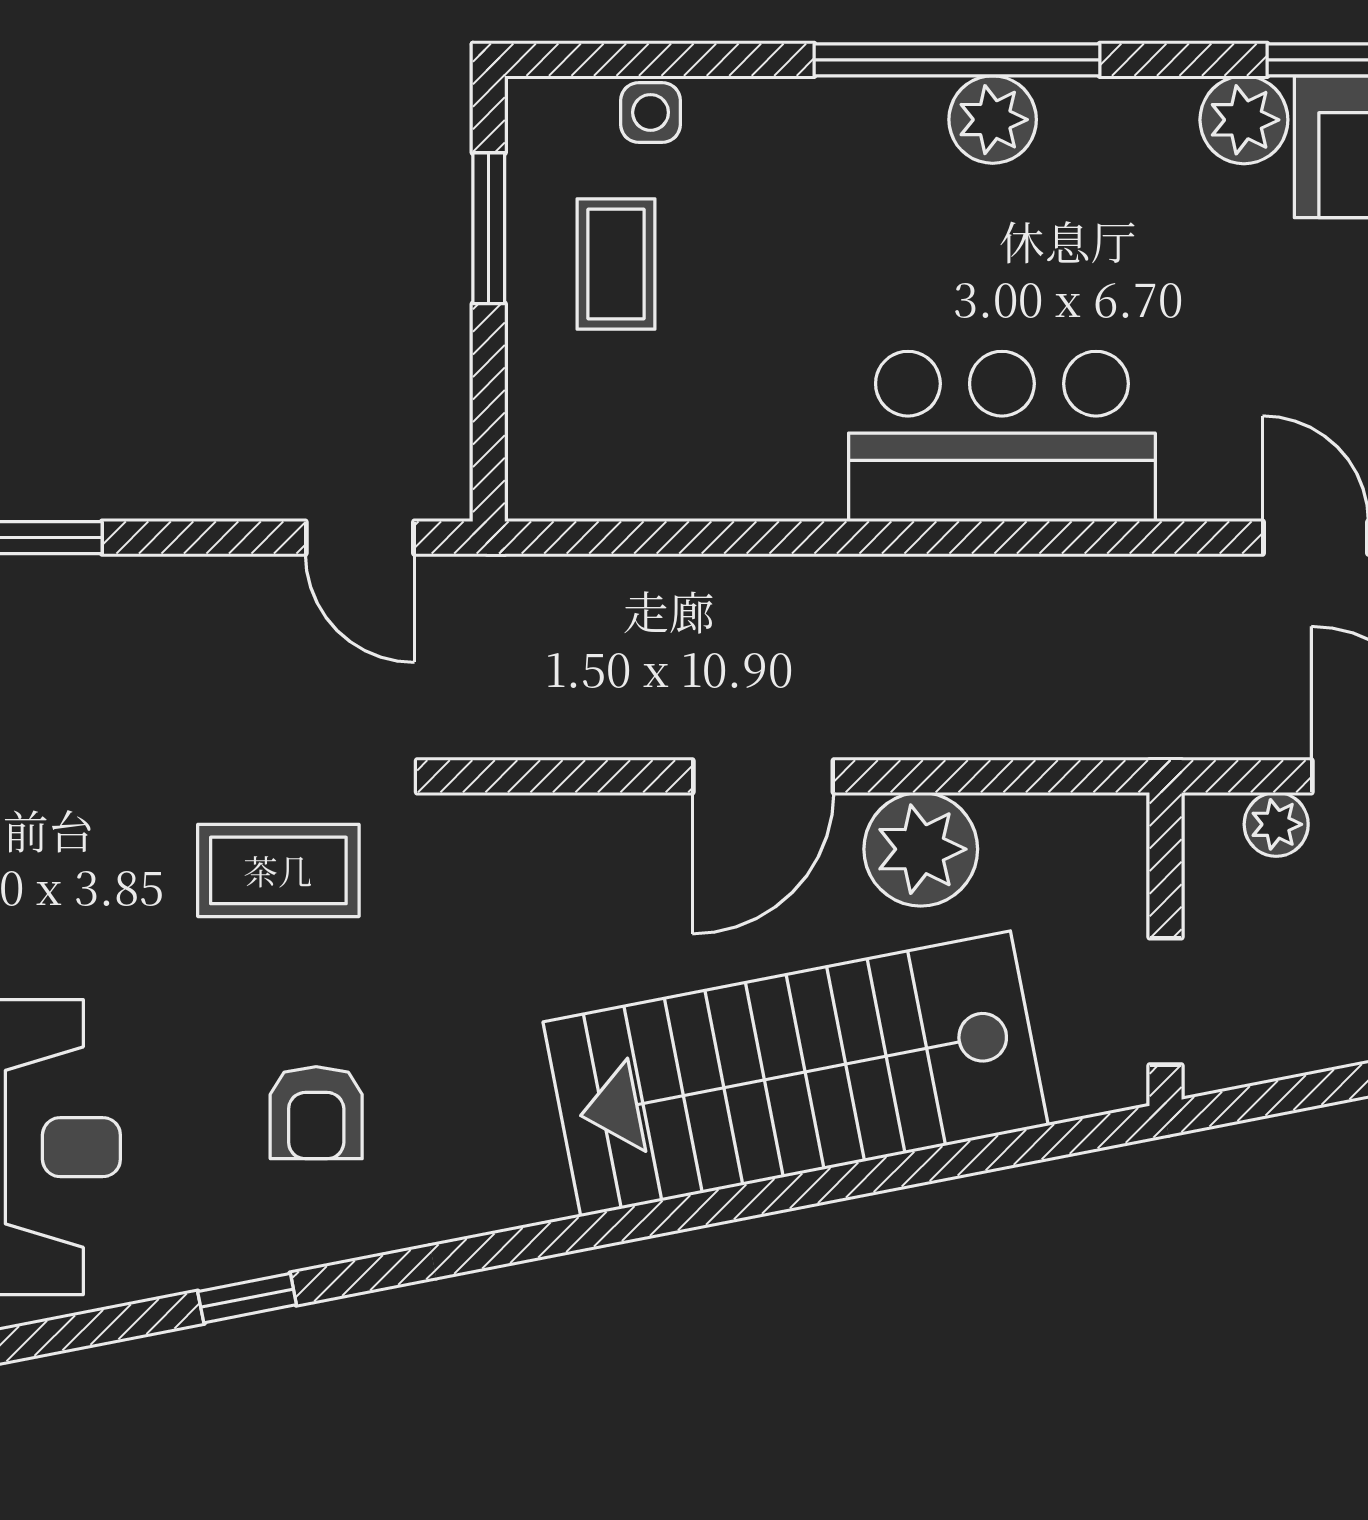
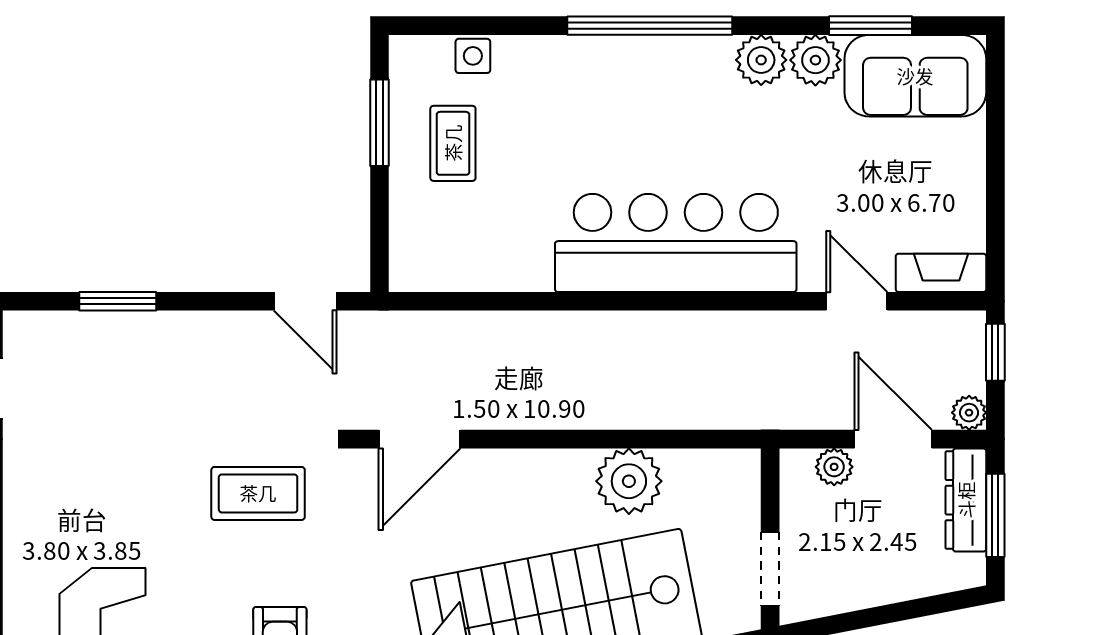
plant: (993, 120) -> (761, 60), moved
bar counter: (1002, 436) -> (676, 243), width x1.36
door: (763, 776) -> (419, 439), moved

